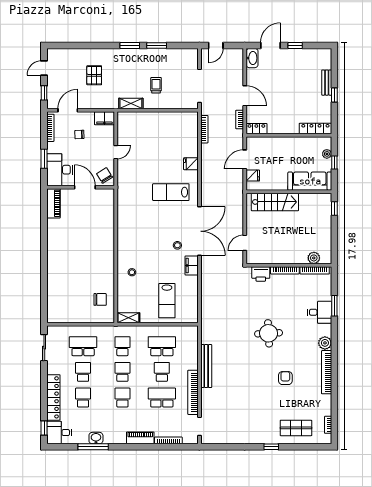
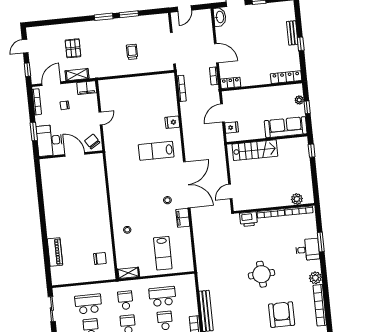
shelving: (131, 103) -> (77, 75), moved
piano: (53, 203) -> (55, 252), moved
armchair: (285, 378) -> (282, 315), width x1.88, depth x1.88

